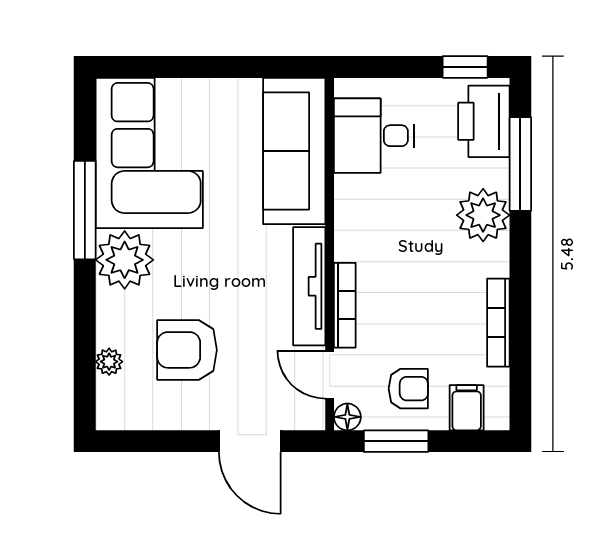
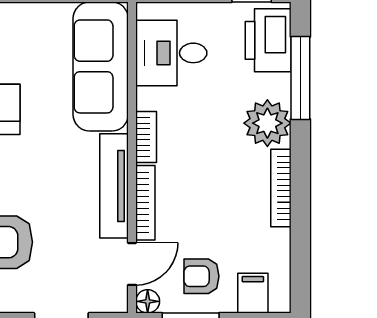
bookcase: (346, 231) -> (146, 137), added
bookcase: (498, 323) -> (281, 188), moved
door: (330, 375) -> (132, 264), swing flipped
armchair: (408, 389) -> (201, 276), turned 180

